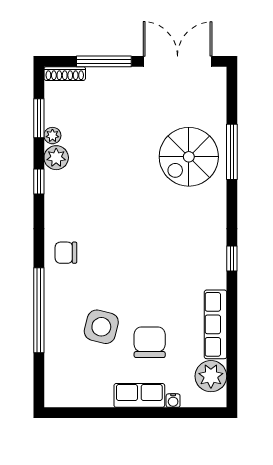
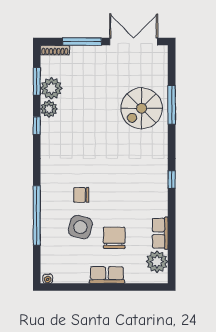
plant: (52, 136) -> (51, 88), width x1.87, depth x1.87
chair: (66, 253) -> (81, 195), moved
row of seats: (215, 324) -> (160, 233), width x0.68
water cooler: (173, 401) -> (48, 279), moved

